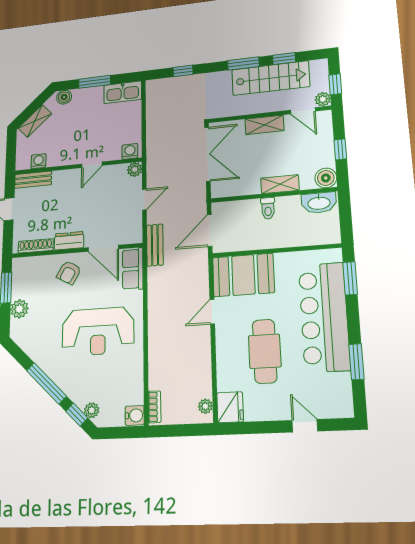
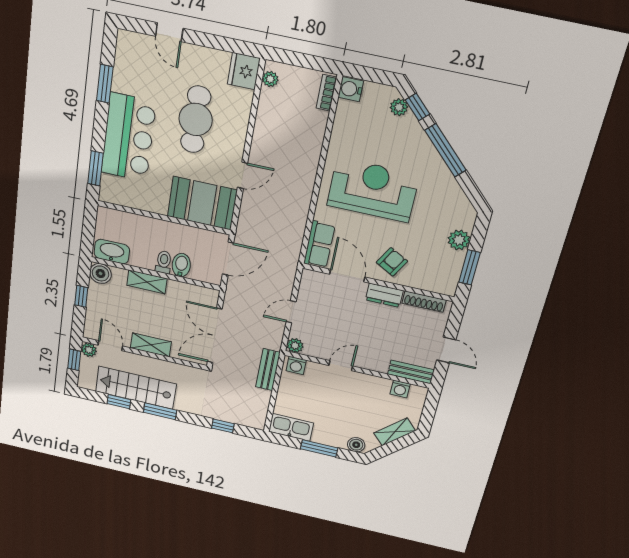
bidet: (251, 211) -> (181, 265), added
bench: (155, 245) -> (268, 370), moved
bar counter: (324, 317) -> (128, 137), width x0.73

